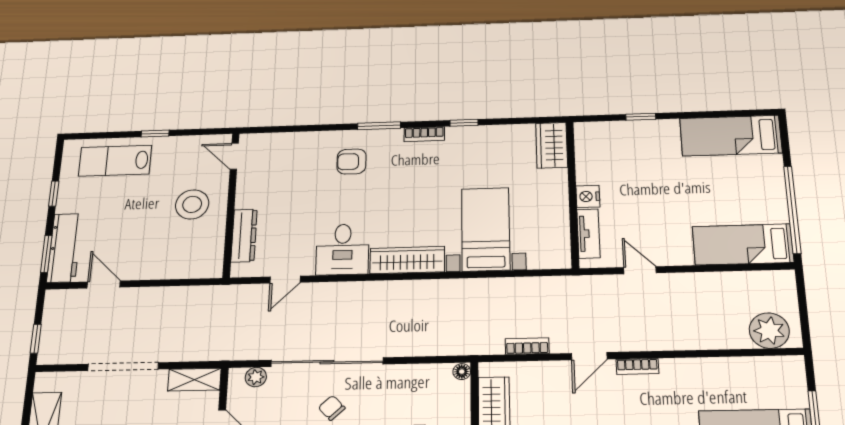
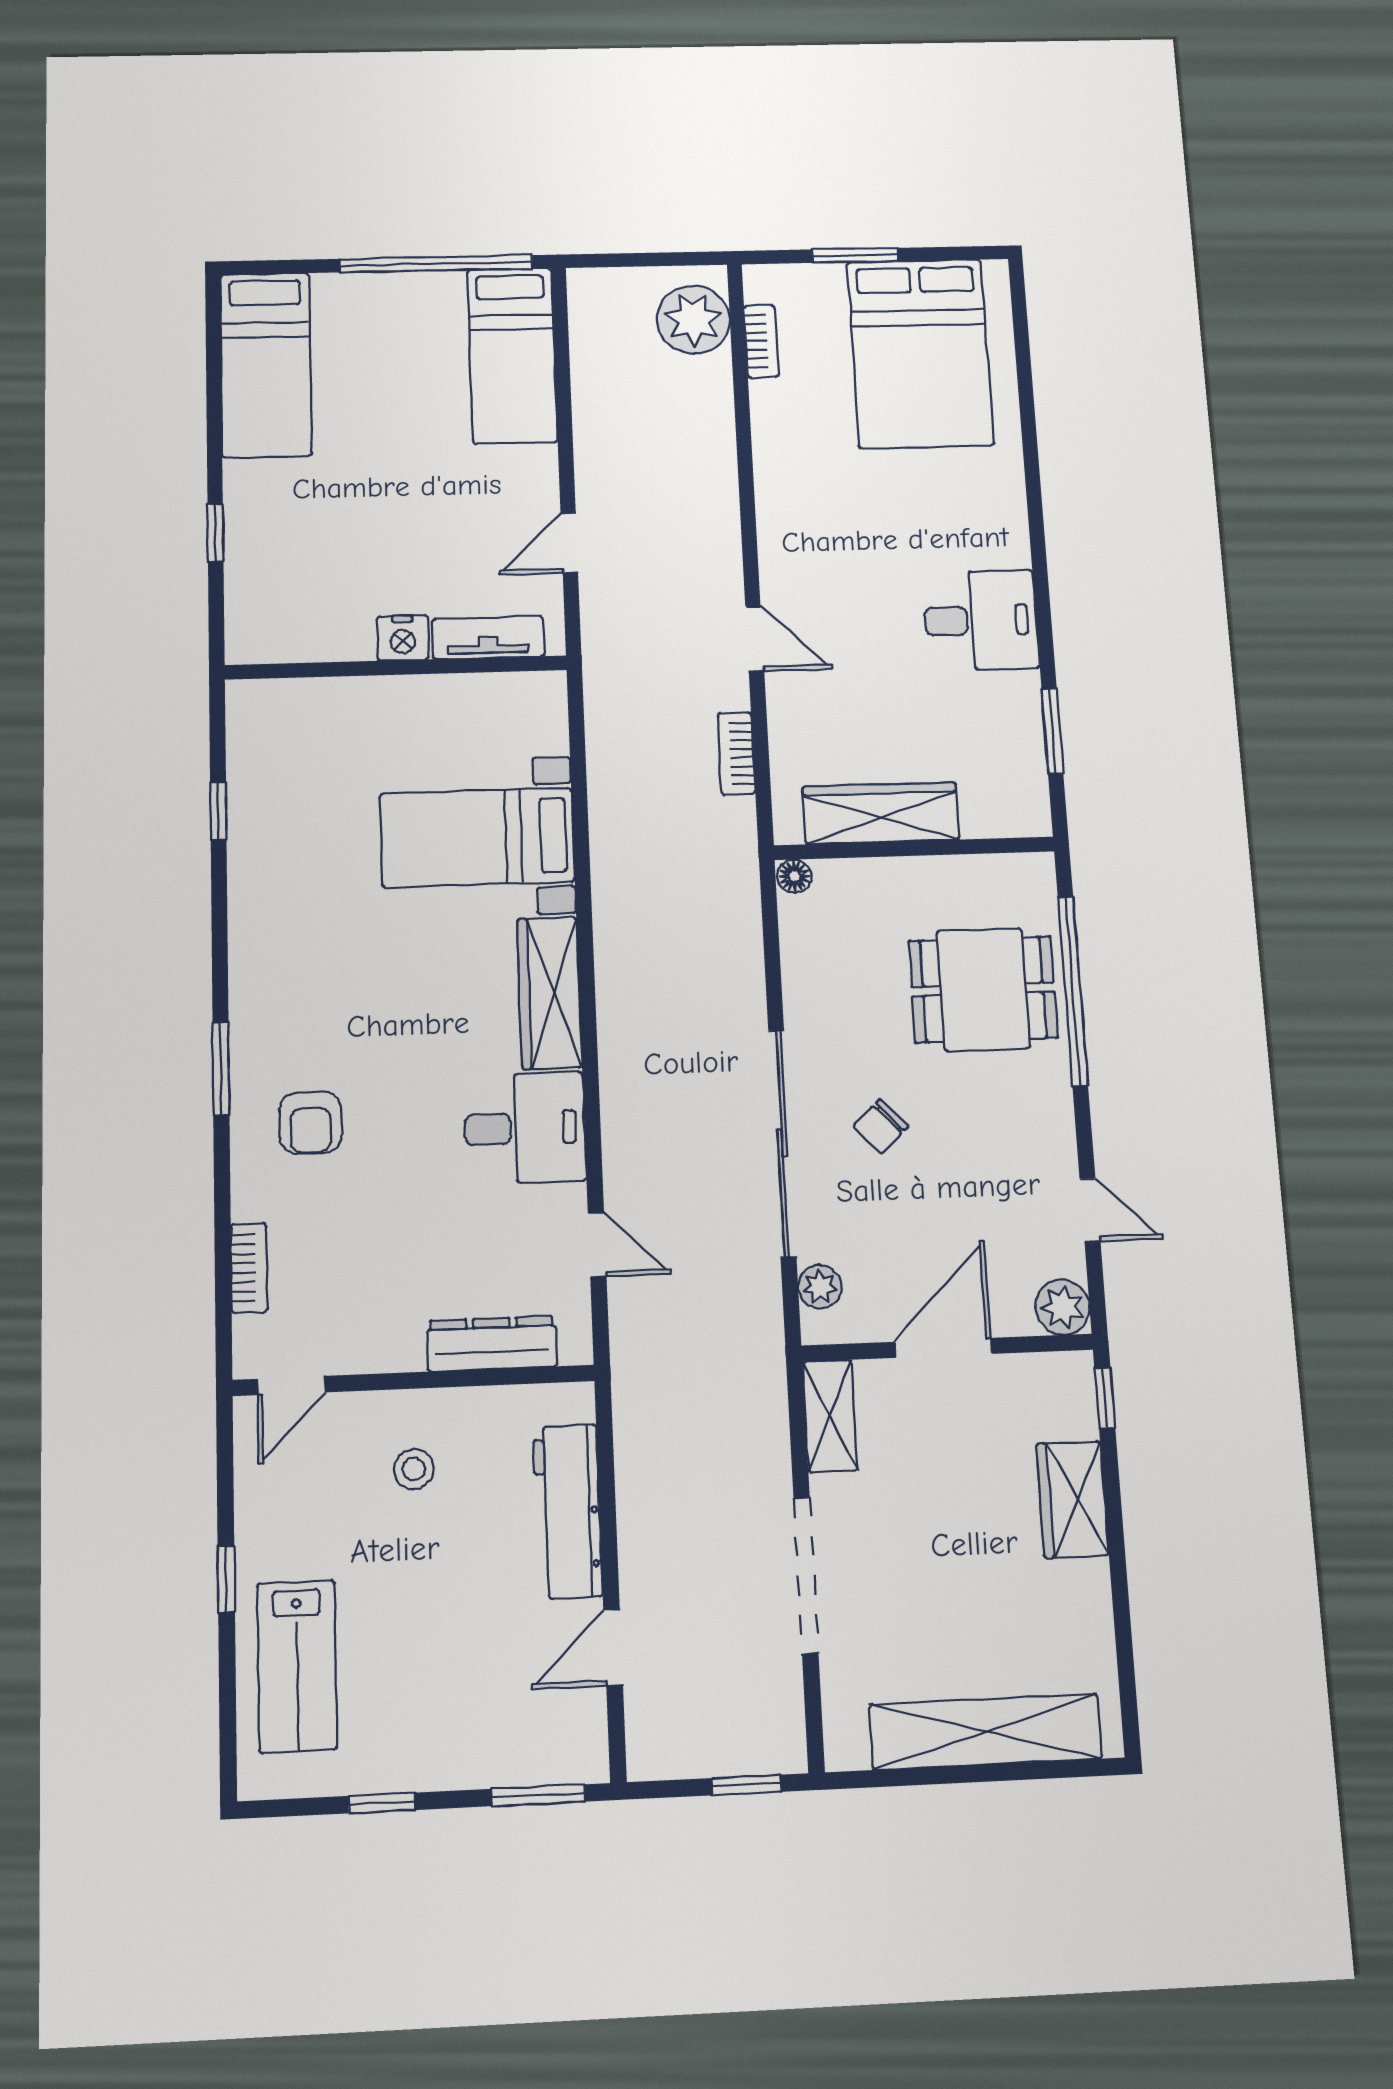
window: (464, 123) -> (218, 811), moved
bookcase: (424, 134) -> (249, 1268), moved
wardrobe: (552, 145) -> (280, 708), removed
stool: (192, 204) -> (414, 1469), width x0.53, depth x0.53
workbench: (65, 248) -> (568, 1511), moved, turned -90
bookcase: (637, 366) -> (761, 341), moved

